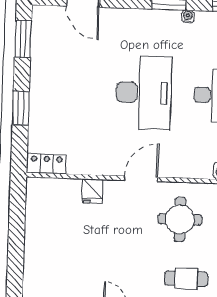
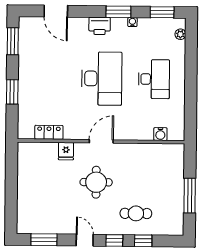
printer: (143, 21) -> (100, 26), added
locker: (47, 164) -> (49, 132), moved
round table: (180, 219) -> (96, 182), moved

